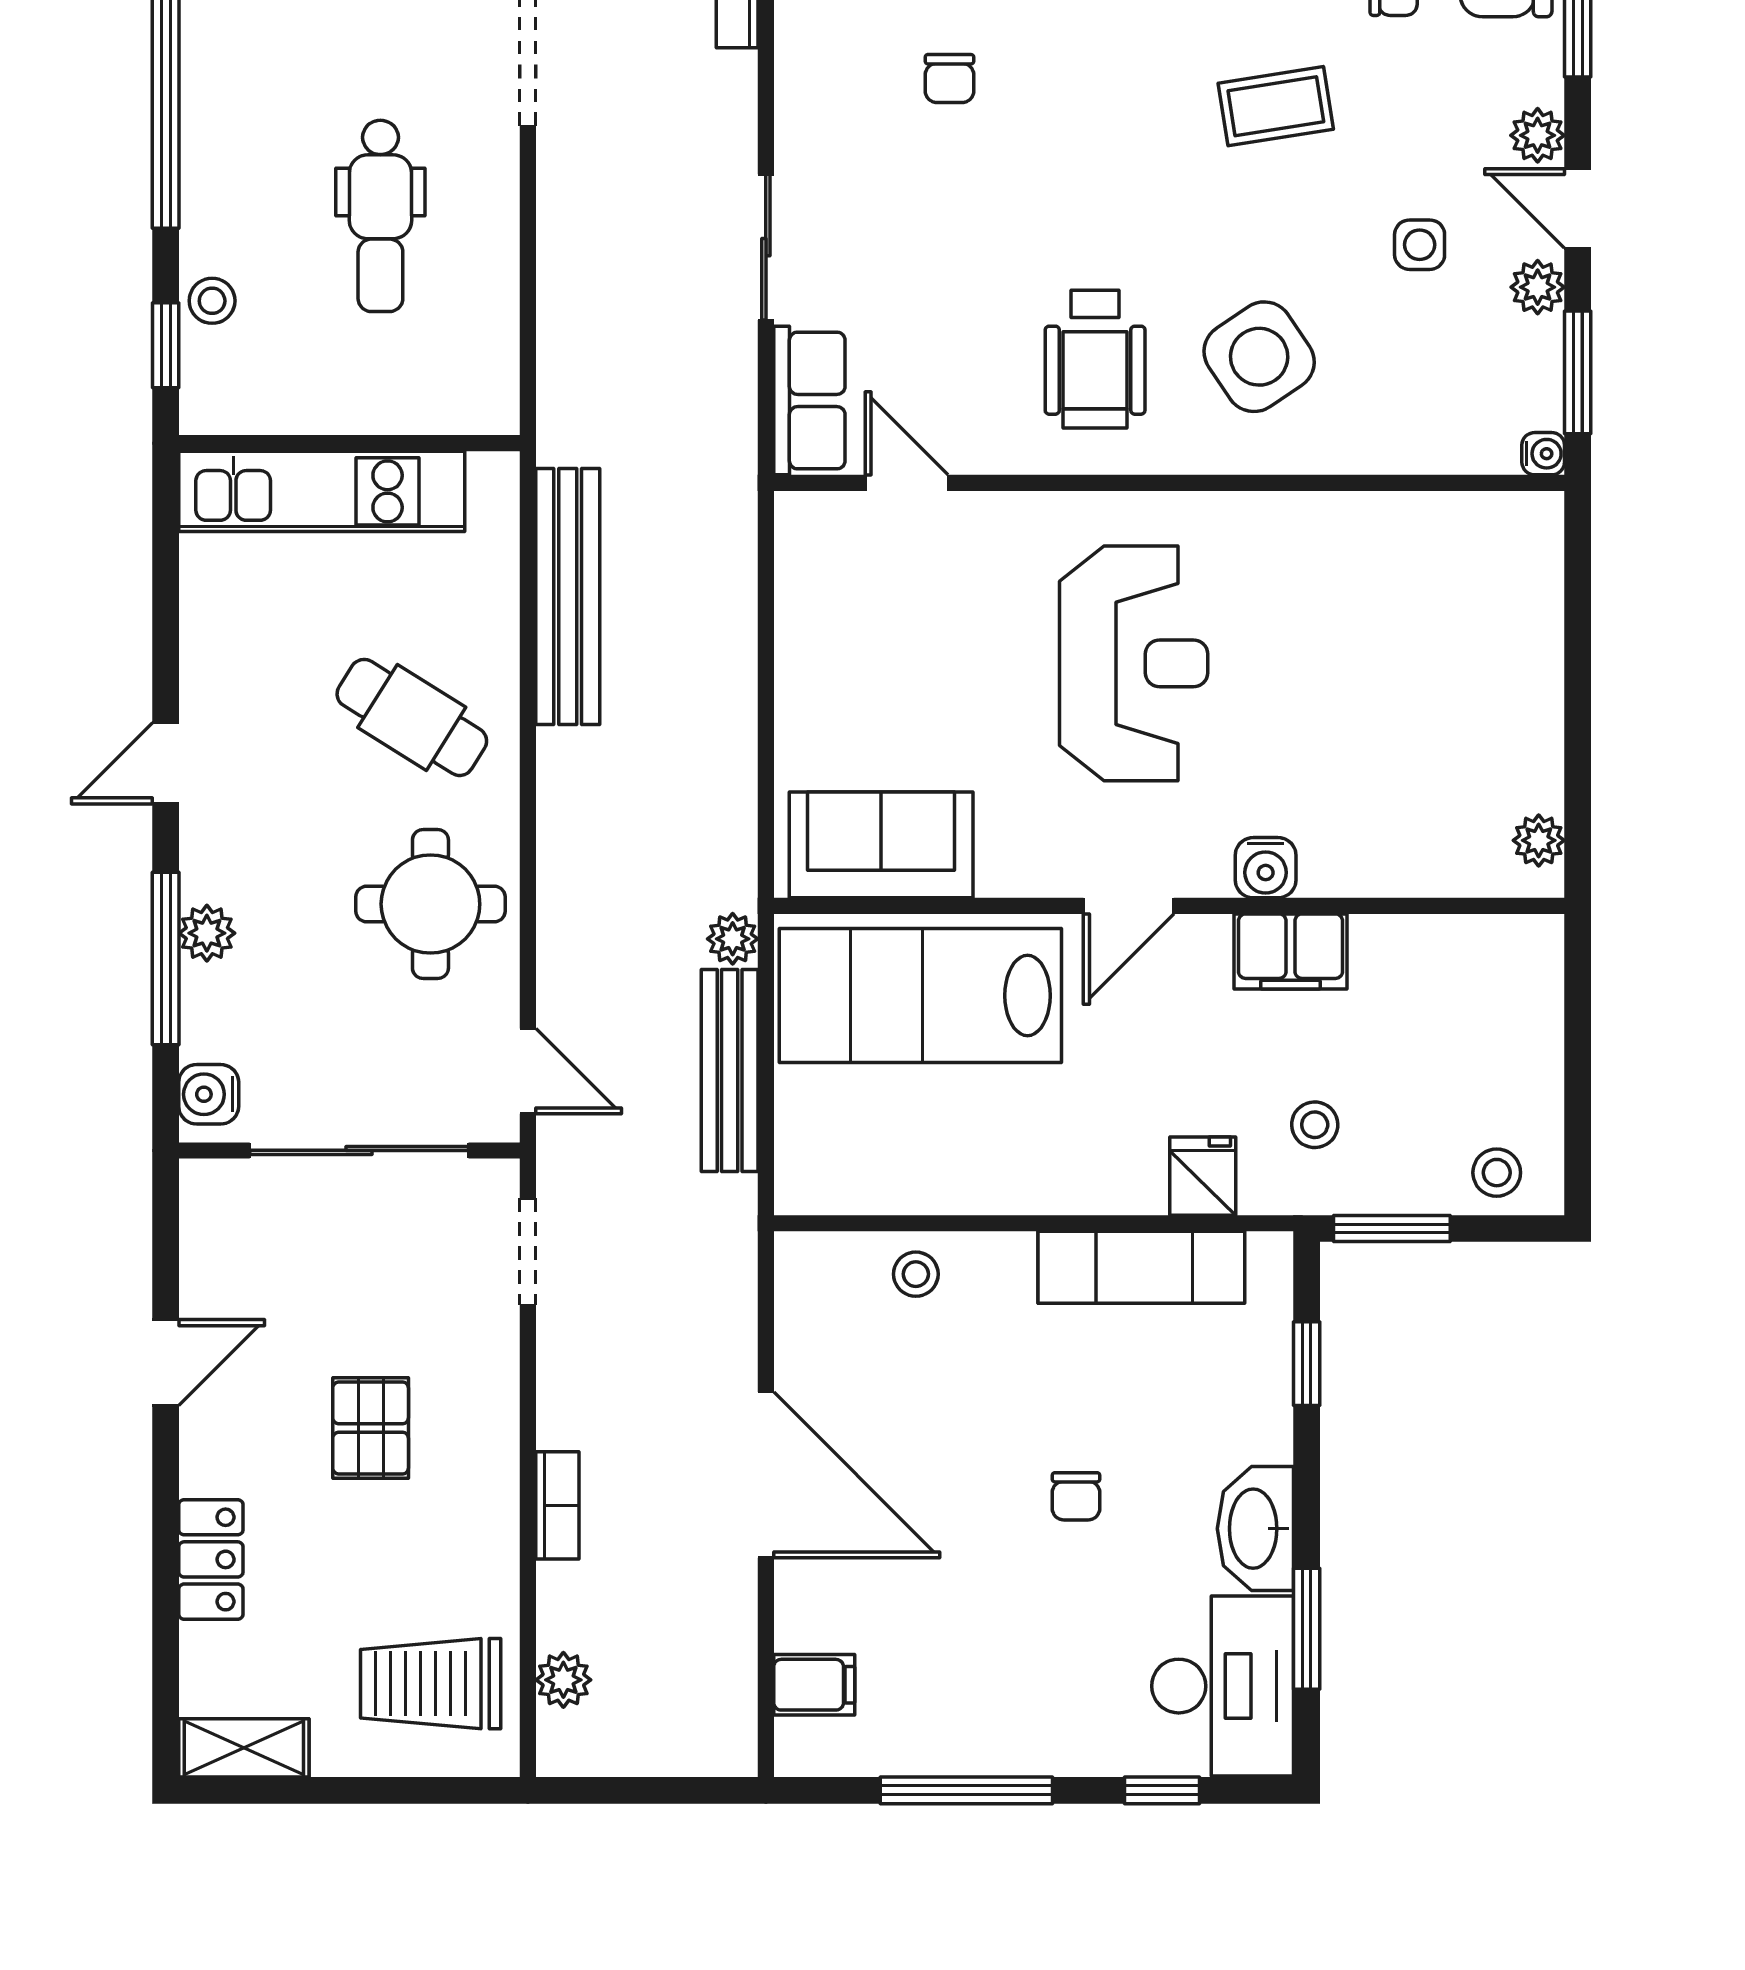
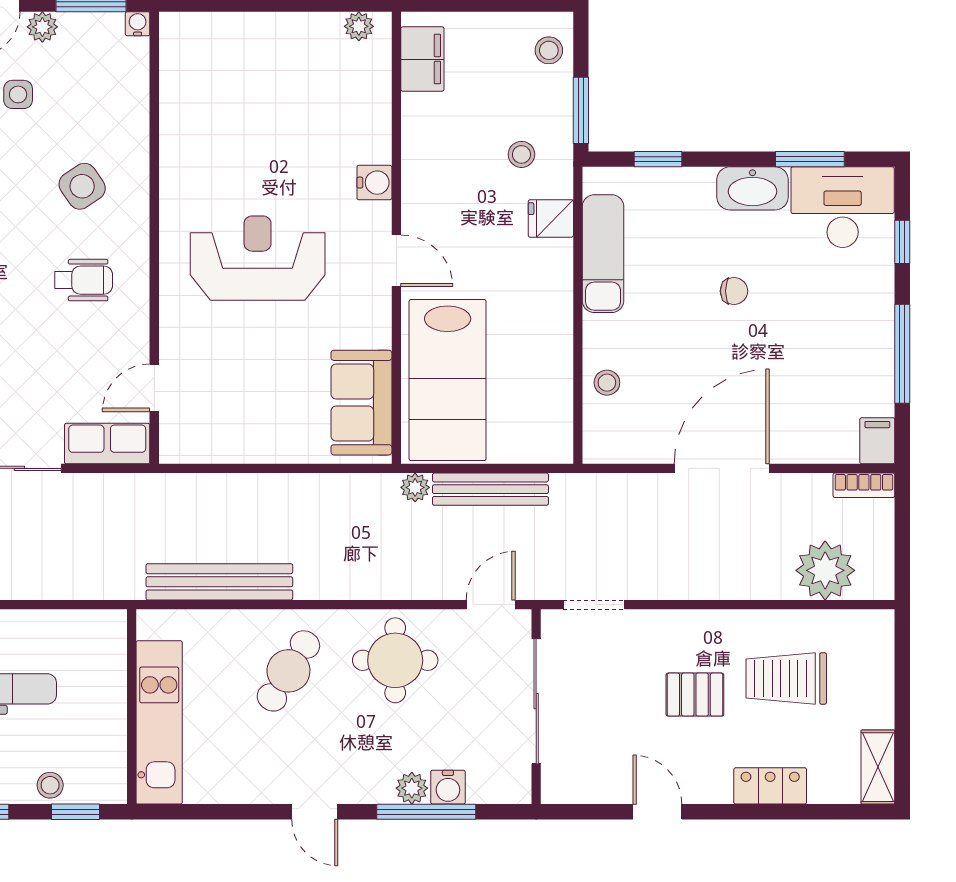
side table: (1259, 357) -> (82, 186), width x0.73, depth x0.73
wheelchair: (1095, 359) -> (84, 280), width x0.73, depth x0.73
filing cabinet: (1291, 951) -> (422, 59), moved
water cooler: (209, 1094) -> (448, 787), moved
bookcase: (557, 1505) -> (864, 485), moved, turned 180
plant: (563, 1680) -> (825, 570), width x1.87, depth x1.87
trolley: (431, 1684) -> (786, 679), moved, turned 90
filing cabinet: (814, 1685) -> (877, 441), moved

